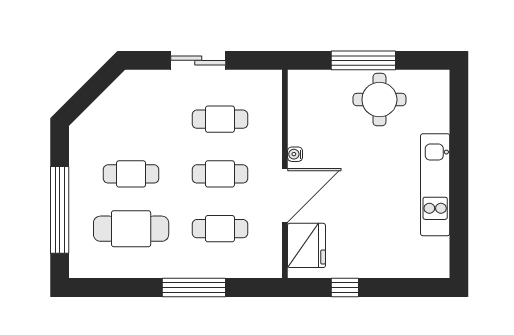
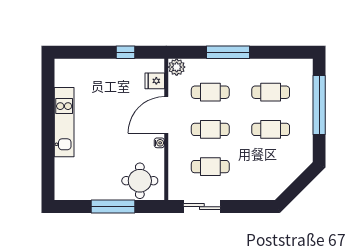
sliding door: (198, 60) -> (202, 207), moved
round table: (379, 100) -> (140, 181), moved
cafe table: (131, 229) -> (271, 92), width x0.73, depth x0.74
fridge: (306, 245) -> (155, 81), width x0.53, depth x0.75
plant: (270, 266) -> (177, 67), added

